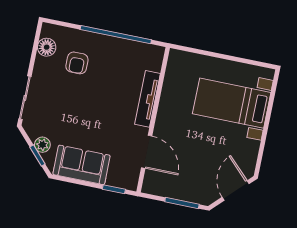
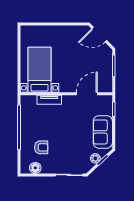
tv unit: (148, 99) -> (49, 100), width x0.71
bed with nightstands: (232, 103) -> (39, 70), moved, turned 180

